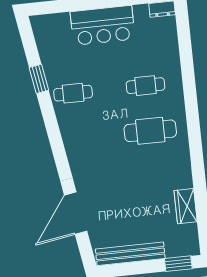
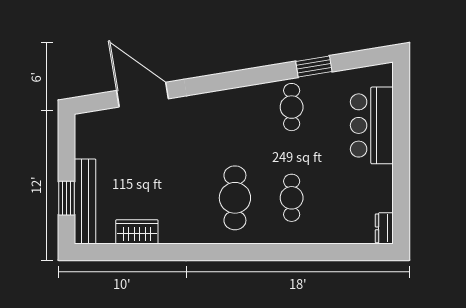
bar counter: (103, 25) -> (372, 125), moved
bench: (130, 254) -> (85, 201), moved
window: (178, 264) -> (67, 198), moved

